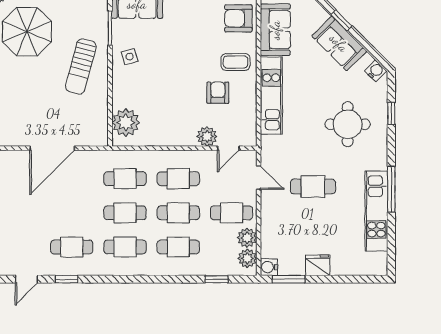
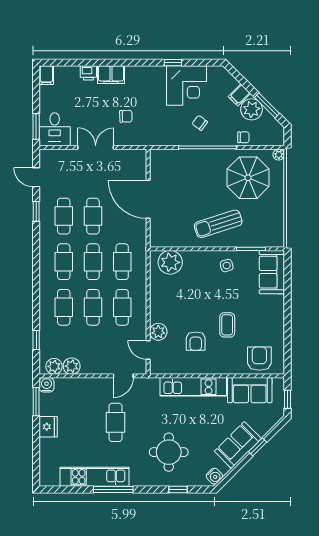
coffee table: (236, 62) -> (227, 325), moved
sun lounger: (81, 66) -> (218, 224), turned -33
armchair: (218, 93) -> (196, 341), turned 90
cafe table: (232, 213) -> (93, 216), moved

